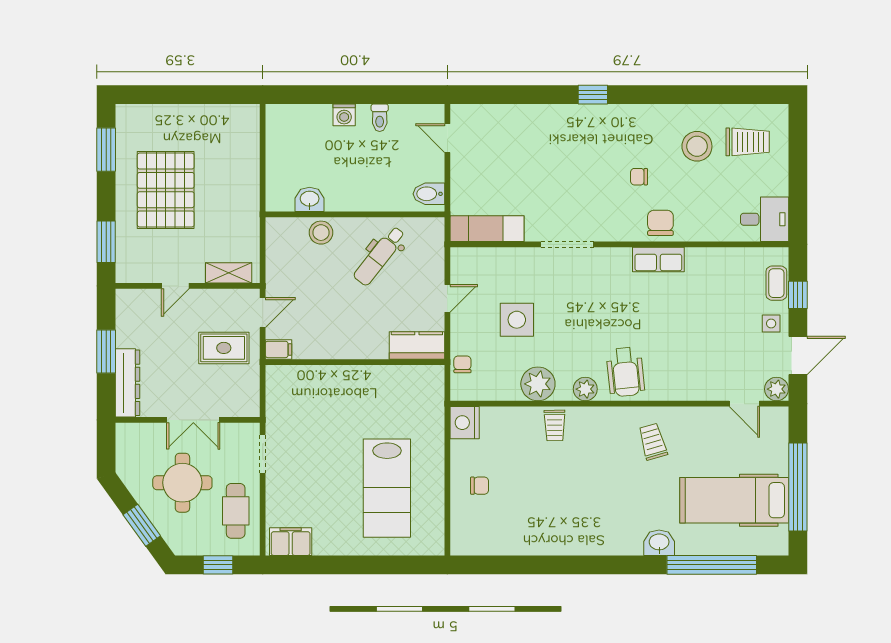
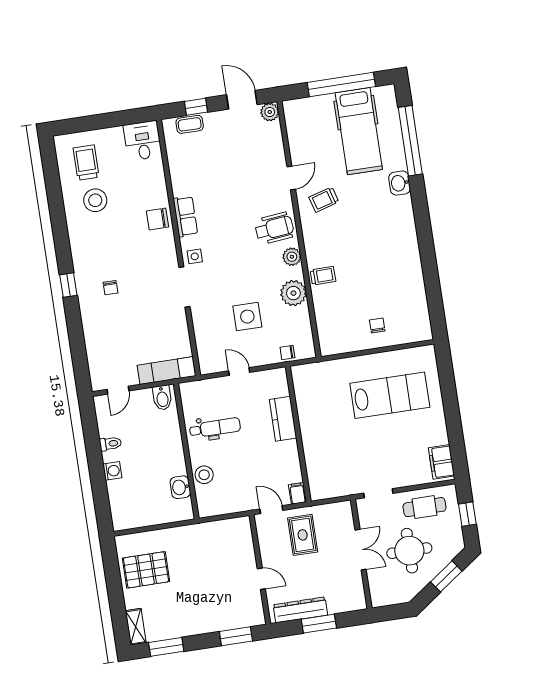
chair: (639, 177) -> (110, 288), moved
pallet: (166, 190) -> (146, 570), moved, width x0.73, depth x0.71
exam couch: (487, 229) -> (167, 371), moved, turned 90
dental chair: (380, 256) -> (215, 428), turned -38
shelving: (229, 273) -> (136, 627), moved
side table: (771, 323) -> (195, 256), moved
kitchen counter: (417, 345) -> (283, 419), moved
dresser: (128, 383) -> (300, 610), moved
door: (744, 404) -> (291, 178), moved
nightstand: (465, 423) -> (331, 344), removed

